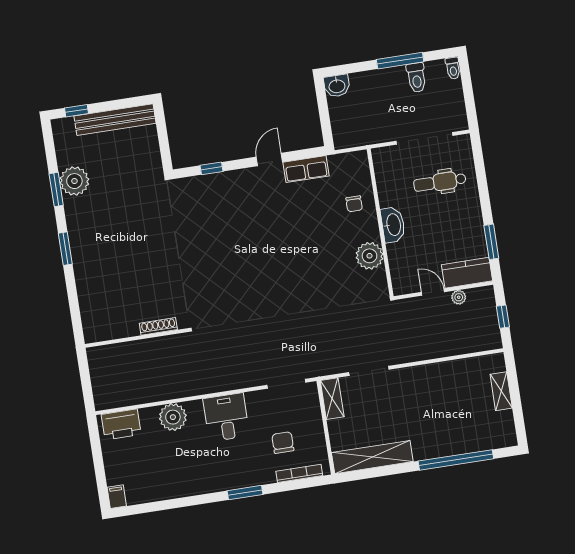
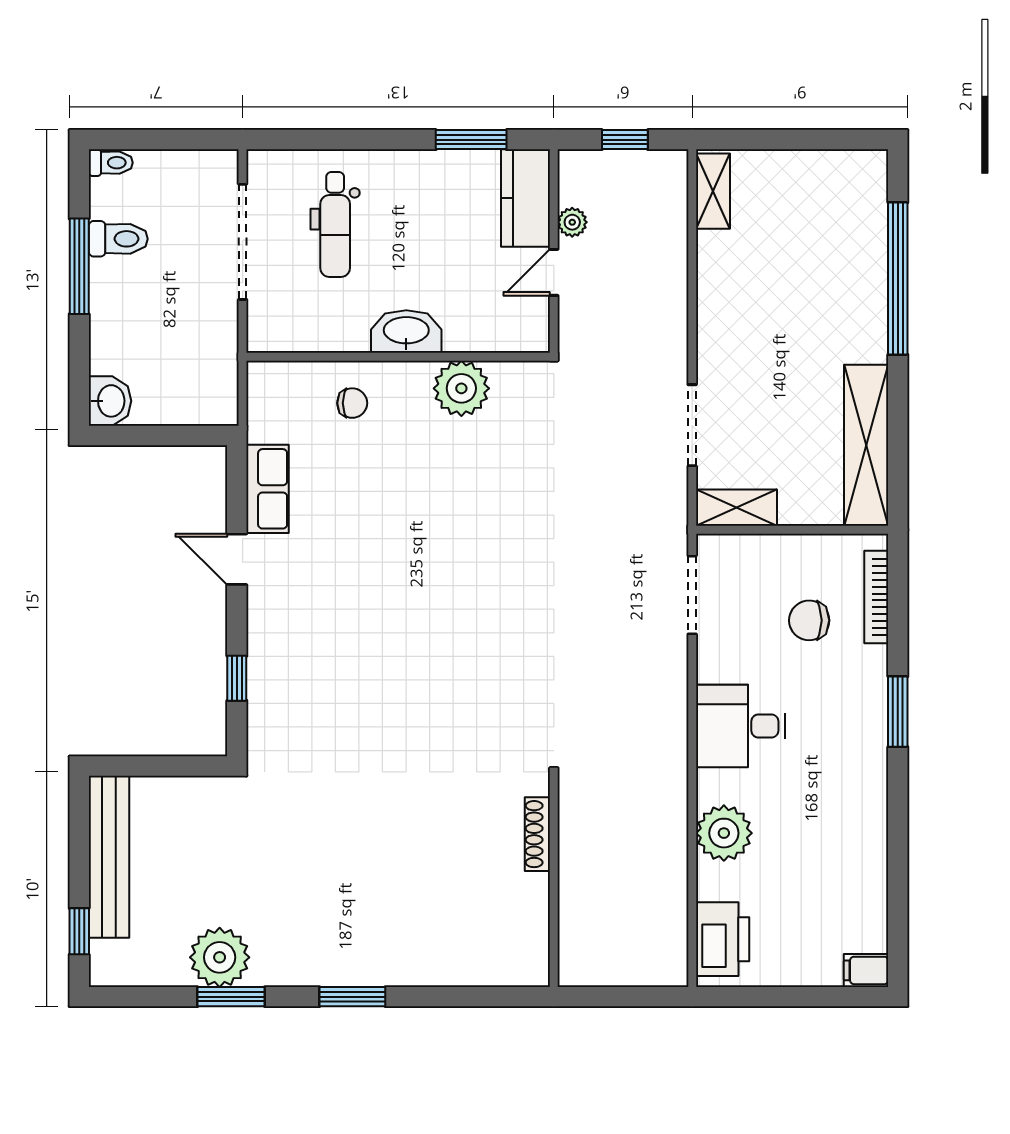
shelving: (501, 391) -> (713, 191), moved, turned 90

